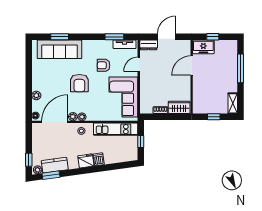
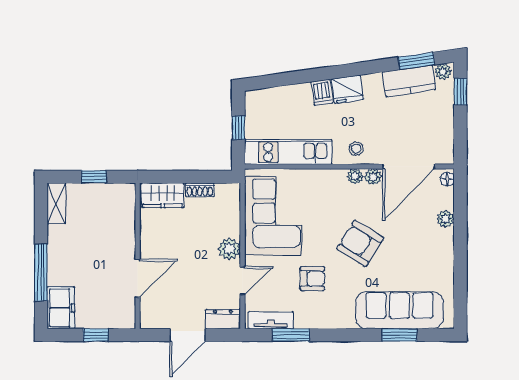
freezer: (203, 47) -> (61, 308), moved, turned 90
plant: (145, 80) -> (229, 249), added
armchair: (79, 83) -> (360, 243), turned -58

